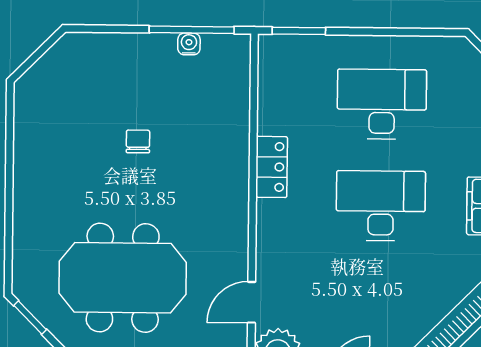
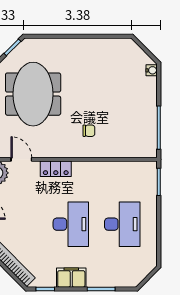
water cooler: (189, 44) -> (152, 70), moved
chair: (138, 141) -> (89, 131), moved
locker: (272, 167) -> (56, 169), moved

